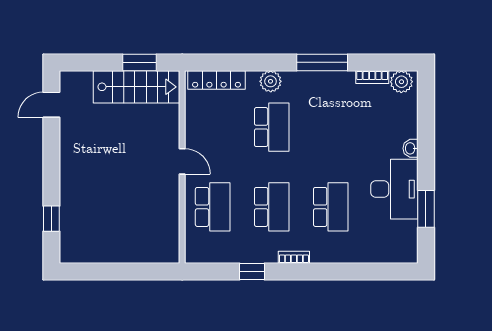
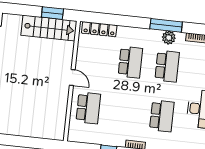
plant: (271, 81) -> (169, 38), moved
school desk: (272, 207) -> (167, 66), moved

